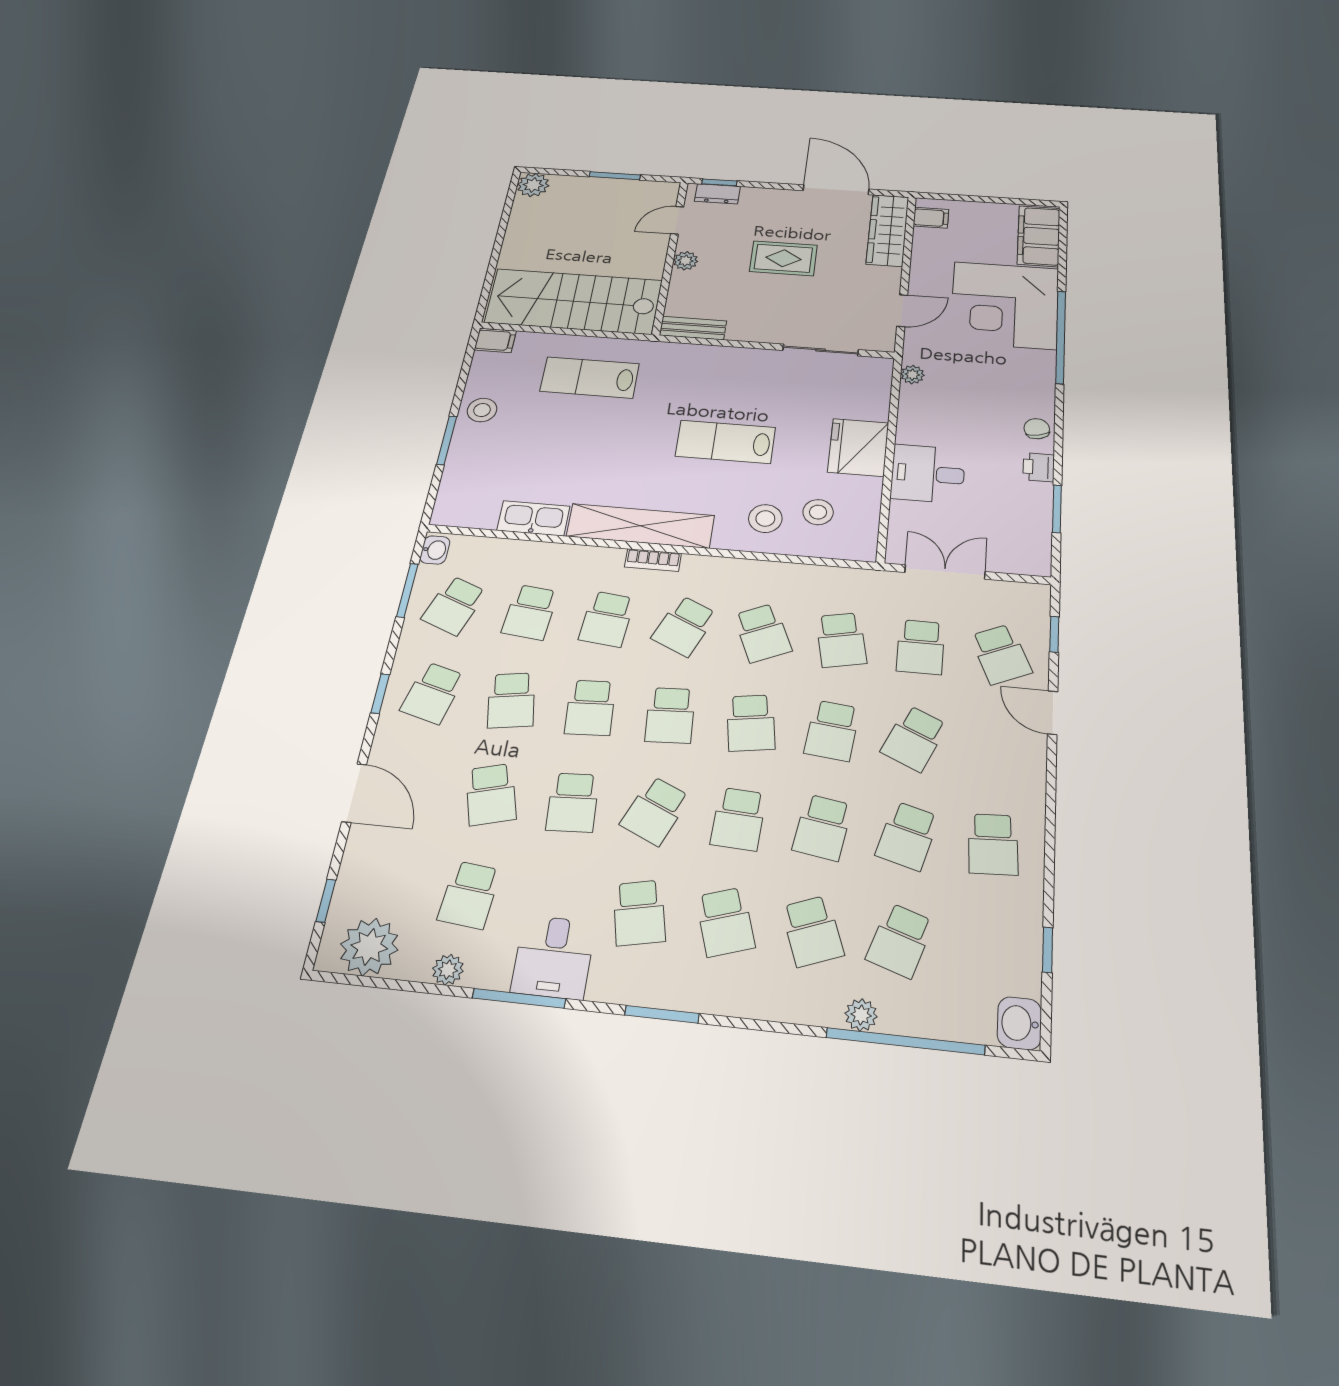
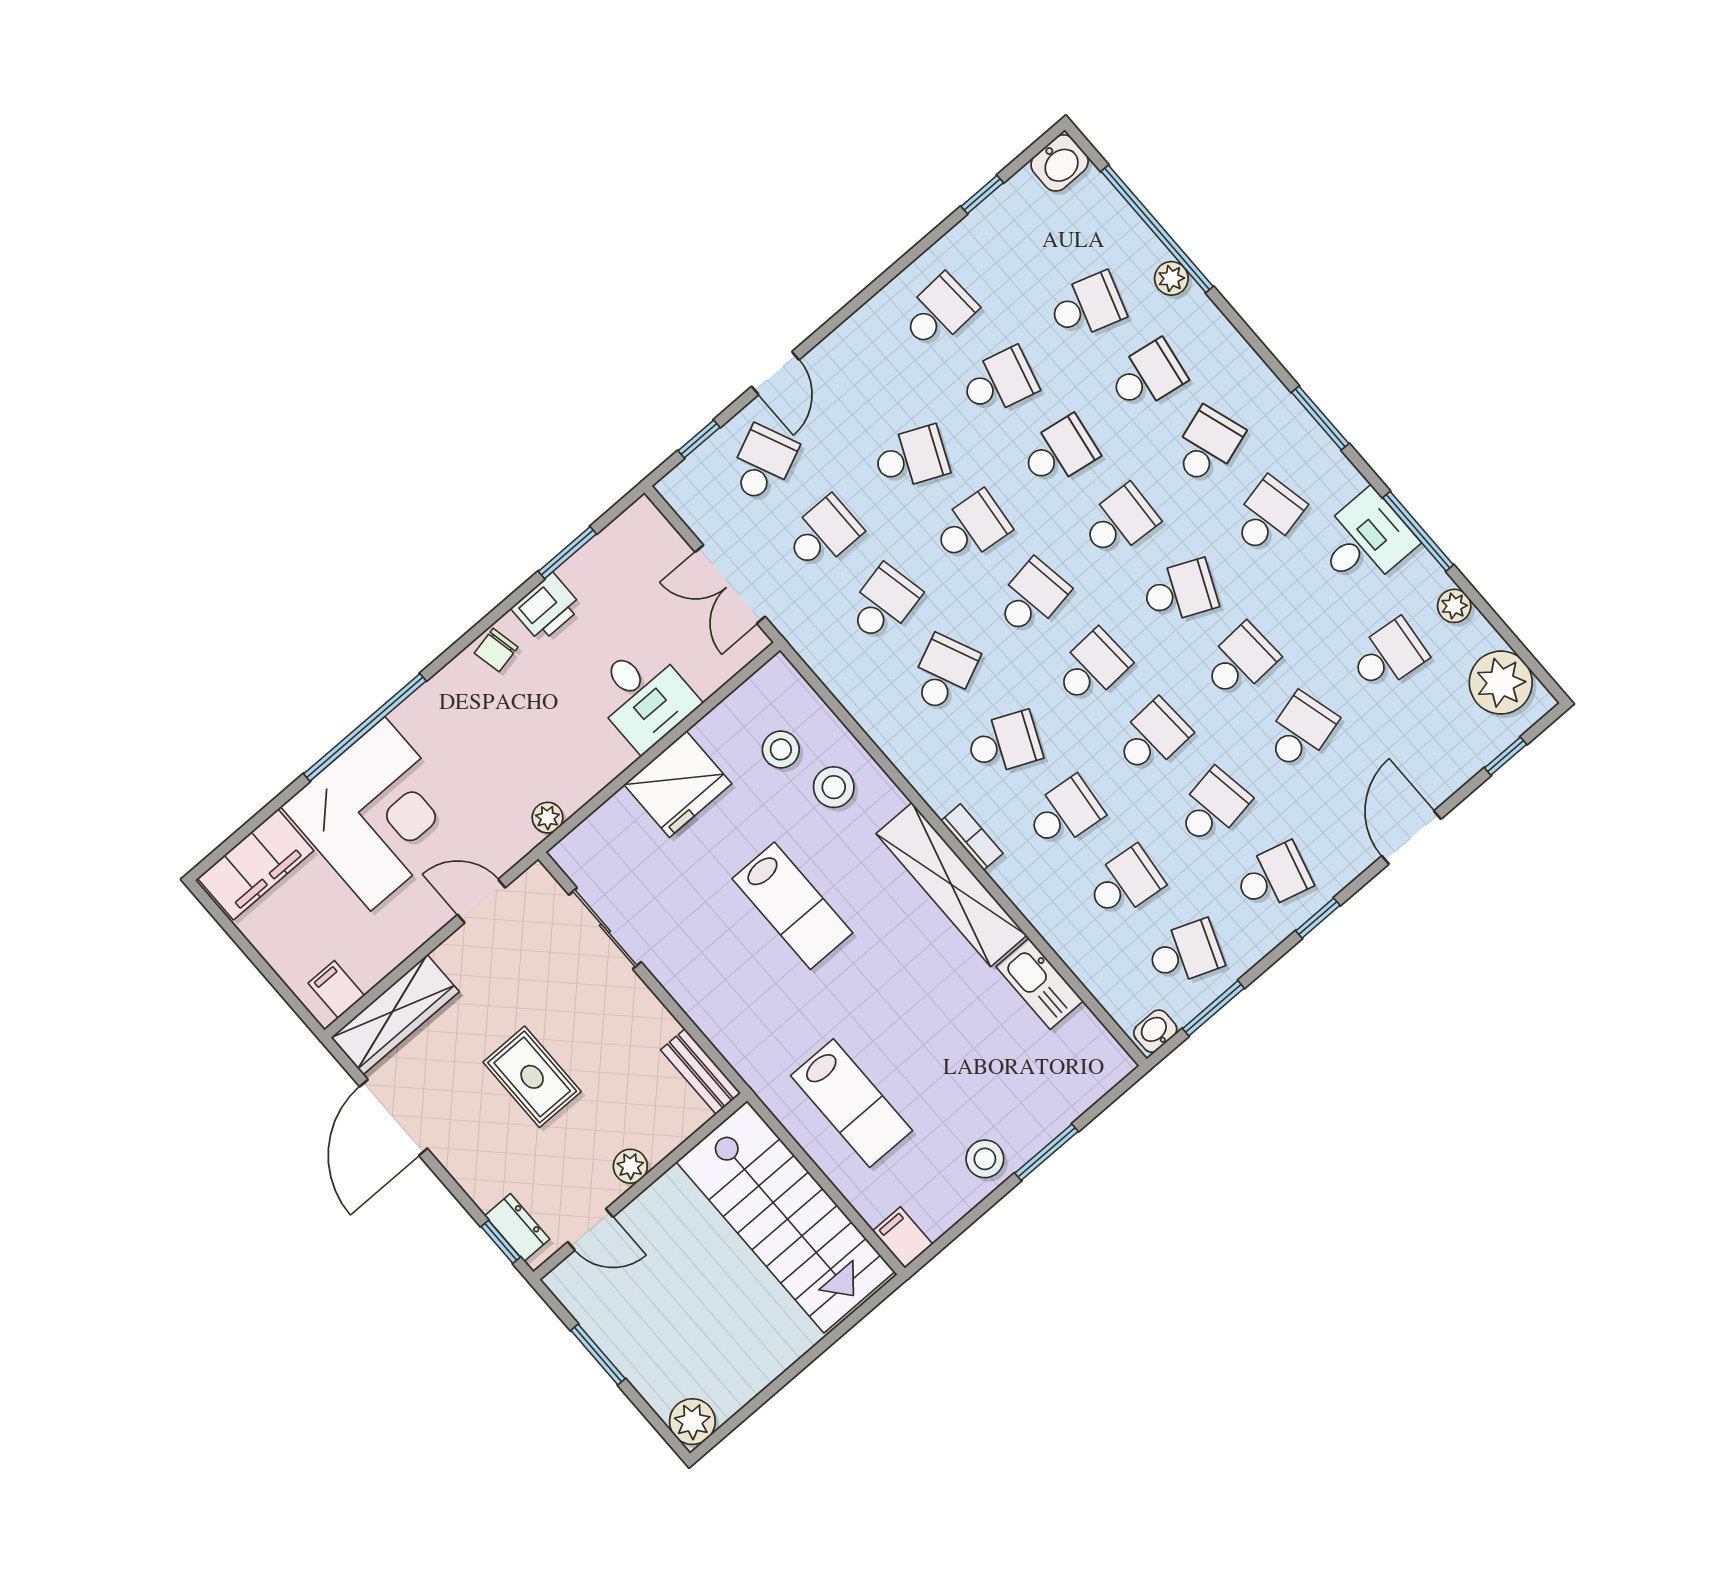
printer: (1039, 467) -> (546, 608), width x1.36, depth x1.24
school desk: (812, 931) -> (1147, 376), turned 30

